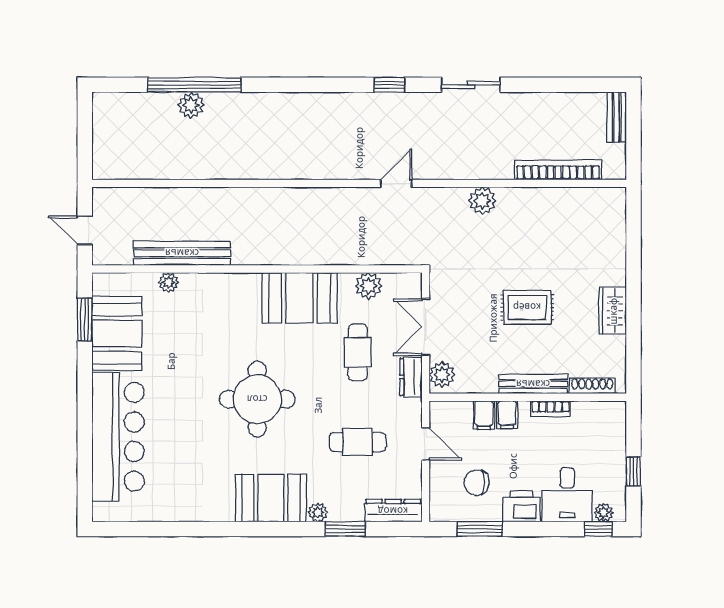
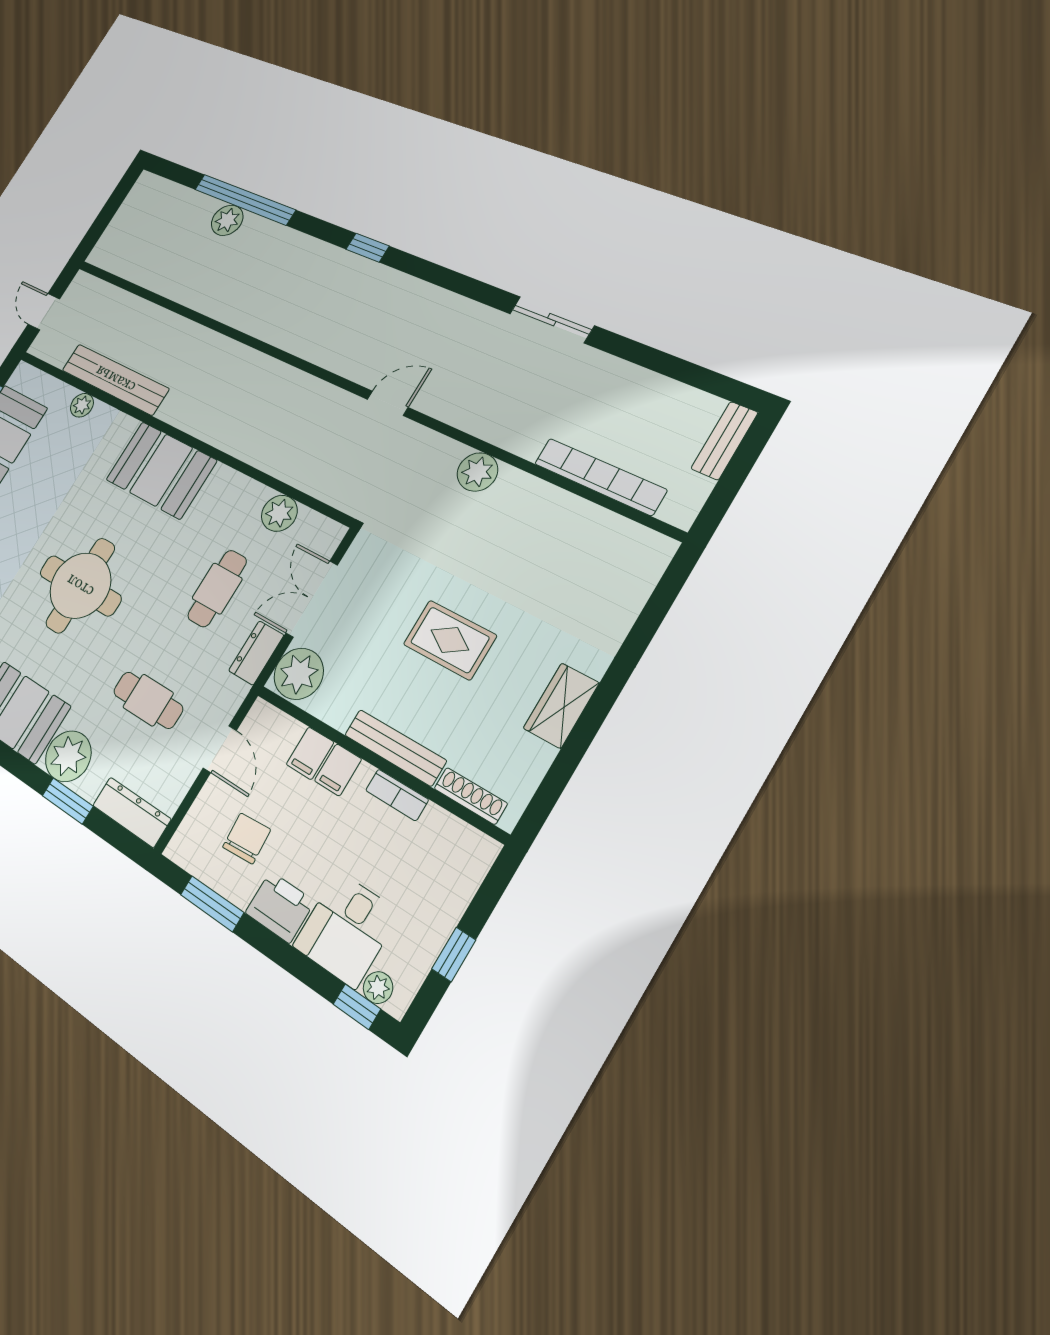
window: (389, 85) -> (368, 248), moved
booth: (299, 298) -> (161, 470), moved
plant: (442, 375) -> (299, 674), width x1.36, depth x1.36
chair: (477, 483) -> (247, 838), turned 86
plant: (318, 512) -> (68, 756), width x1.88, depth x1.88

